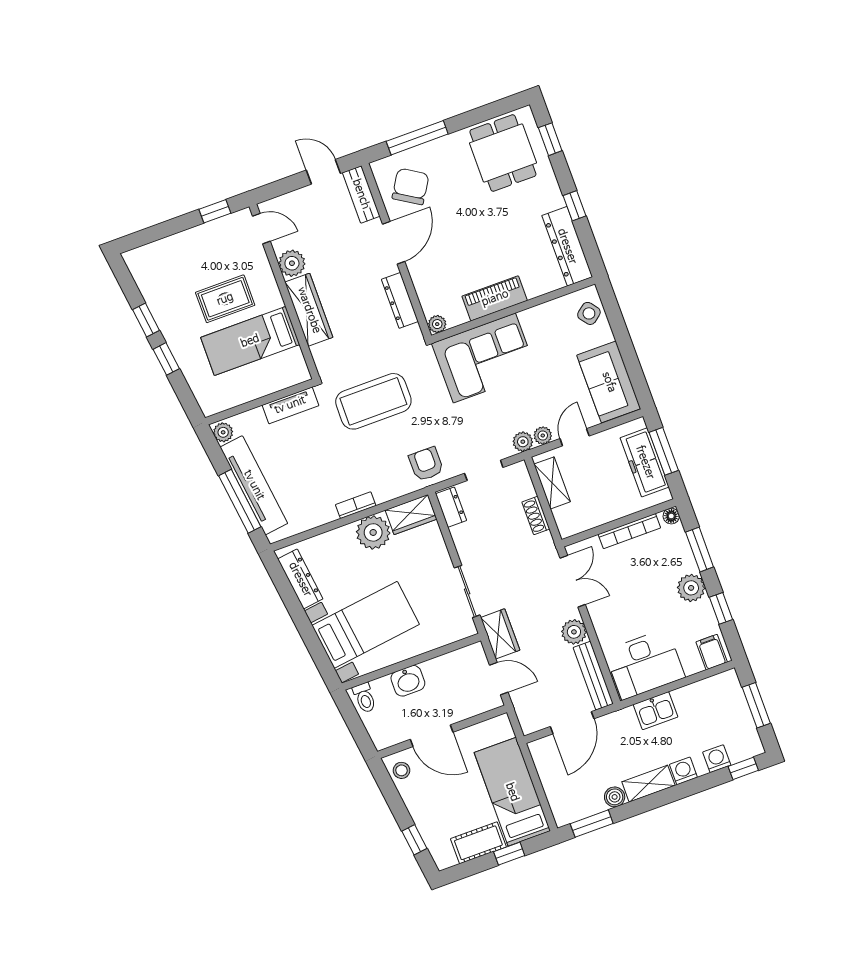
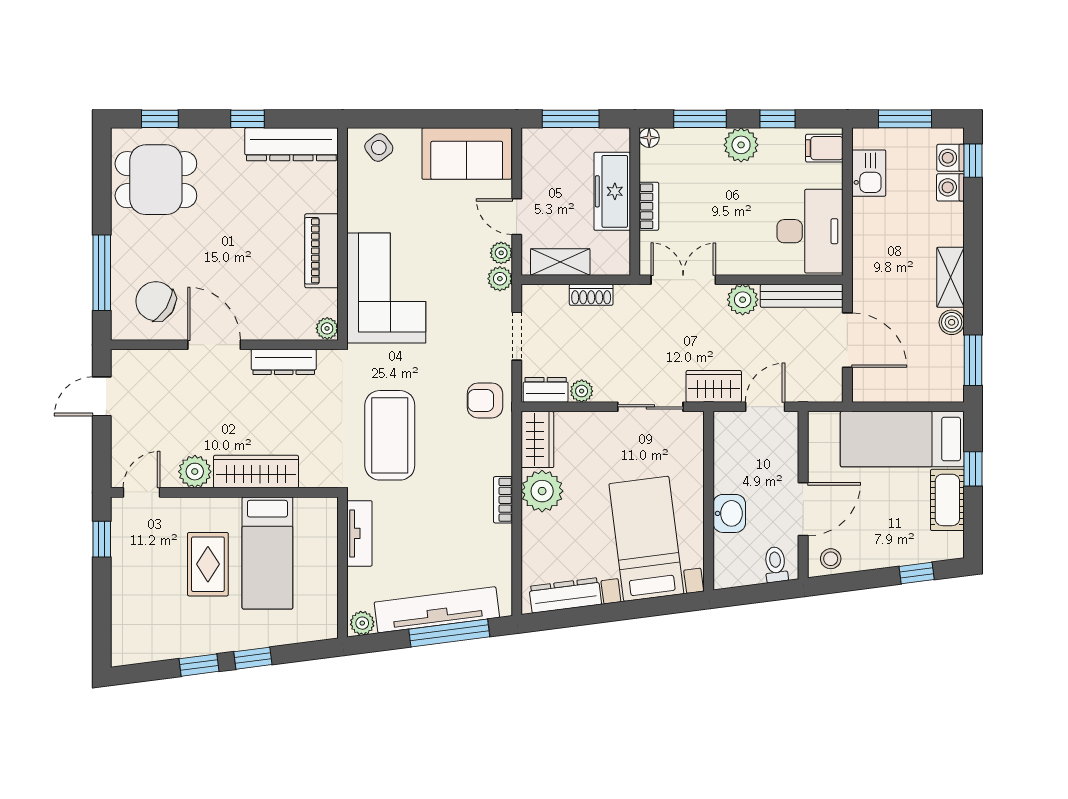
bench: (361, 194) -> (144, 362), removed
freezer: (645, 462) -> (612, 191), moved, turned 90
bookcase: (629, 531) -> (649, 206), width x0.64
plant: (460, 535) -> (582, 391), added
toilet: (364, 698) -> (776, 565), moved, turned -97
kitchen sink: (656, 711) -> (869, 173), moved
washing machine: (683, 771) -> (950, 158), moved

